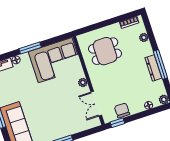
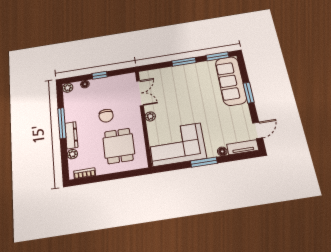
dining table: (105, 51) -> (119, 146), turned 90
dresser: (153, 68) -> (71, 135), moved
chair: (122, 110) -> (106, 116), moved
window: (117, 123) -> (100, 75), moved

